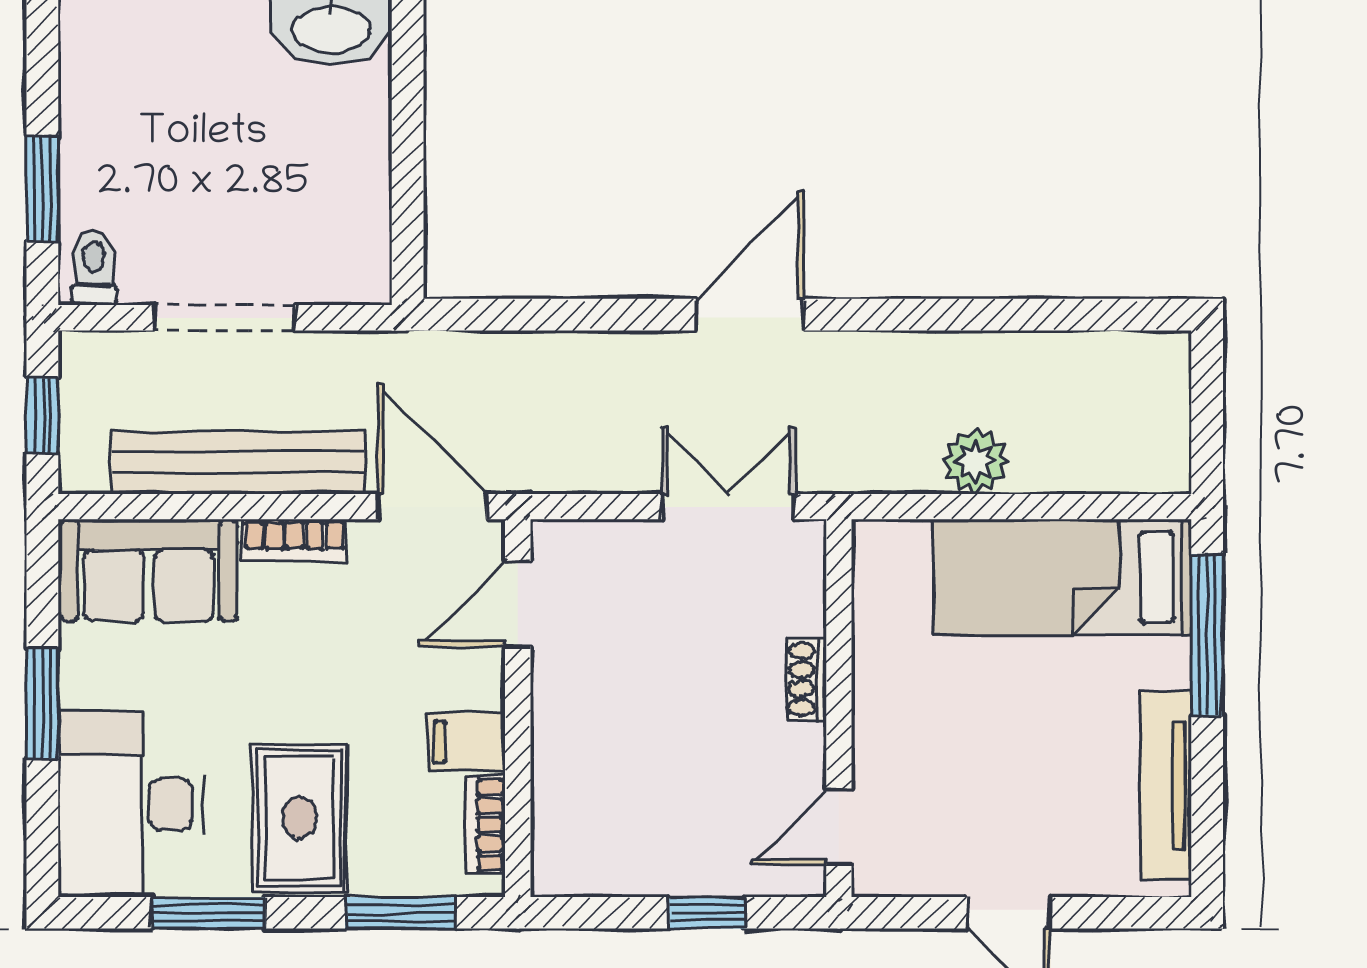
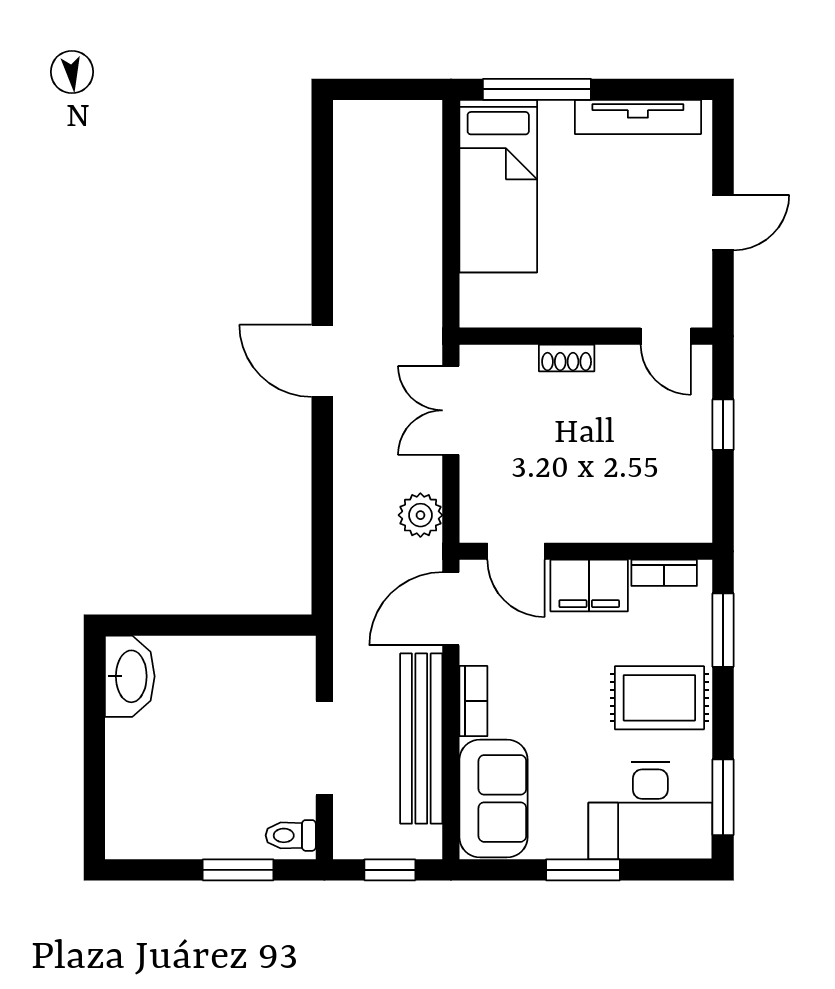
door: (750, 315) -> (322, 361), moved
plant: (975, 461) -> (420, 515), moved
filing cabinet: (467, 742) -> (589, 586), width x2.00
window: (209, 913) -> (723, 797), moved

